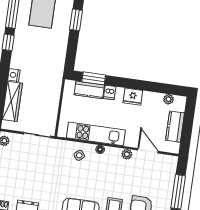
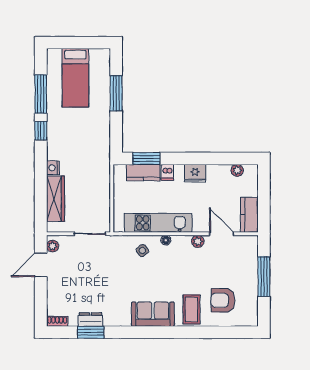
window: (76, 20) -> (116, 93), width x1.44
kitchen counter: (175, 127) -> (249, 215), moved

